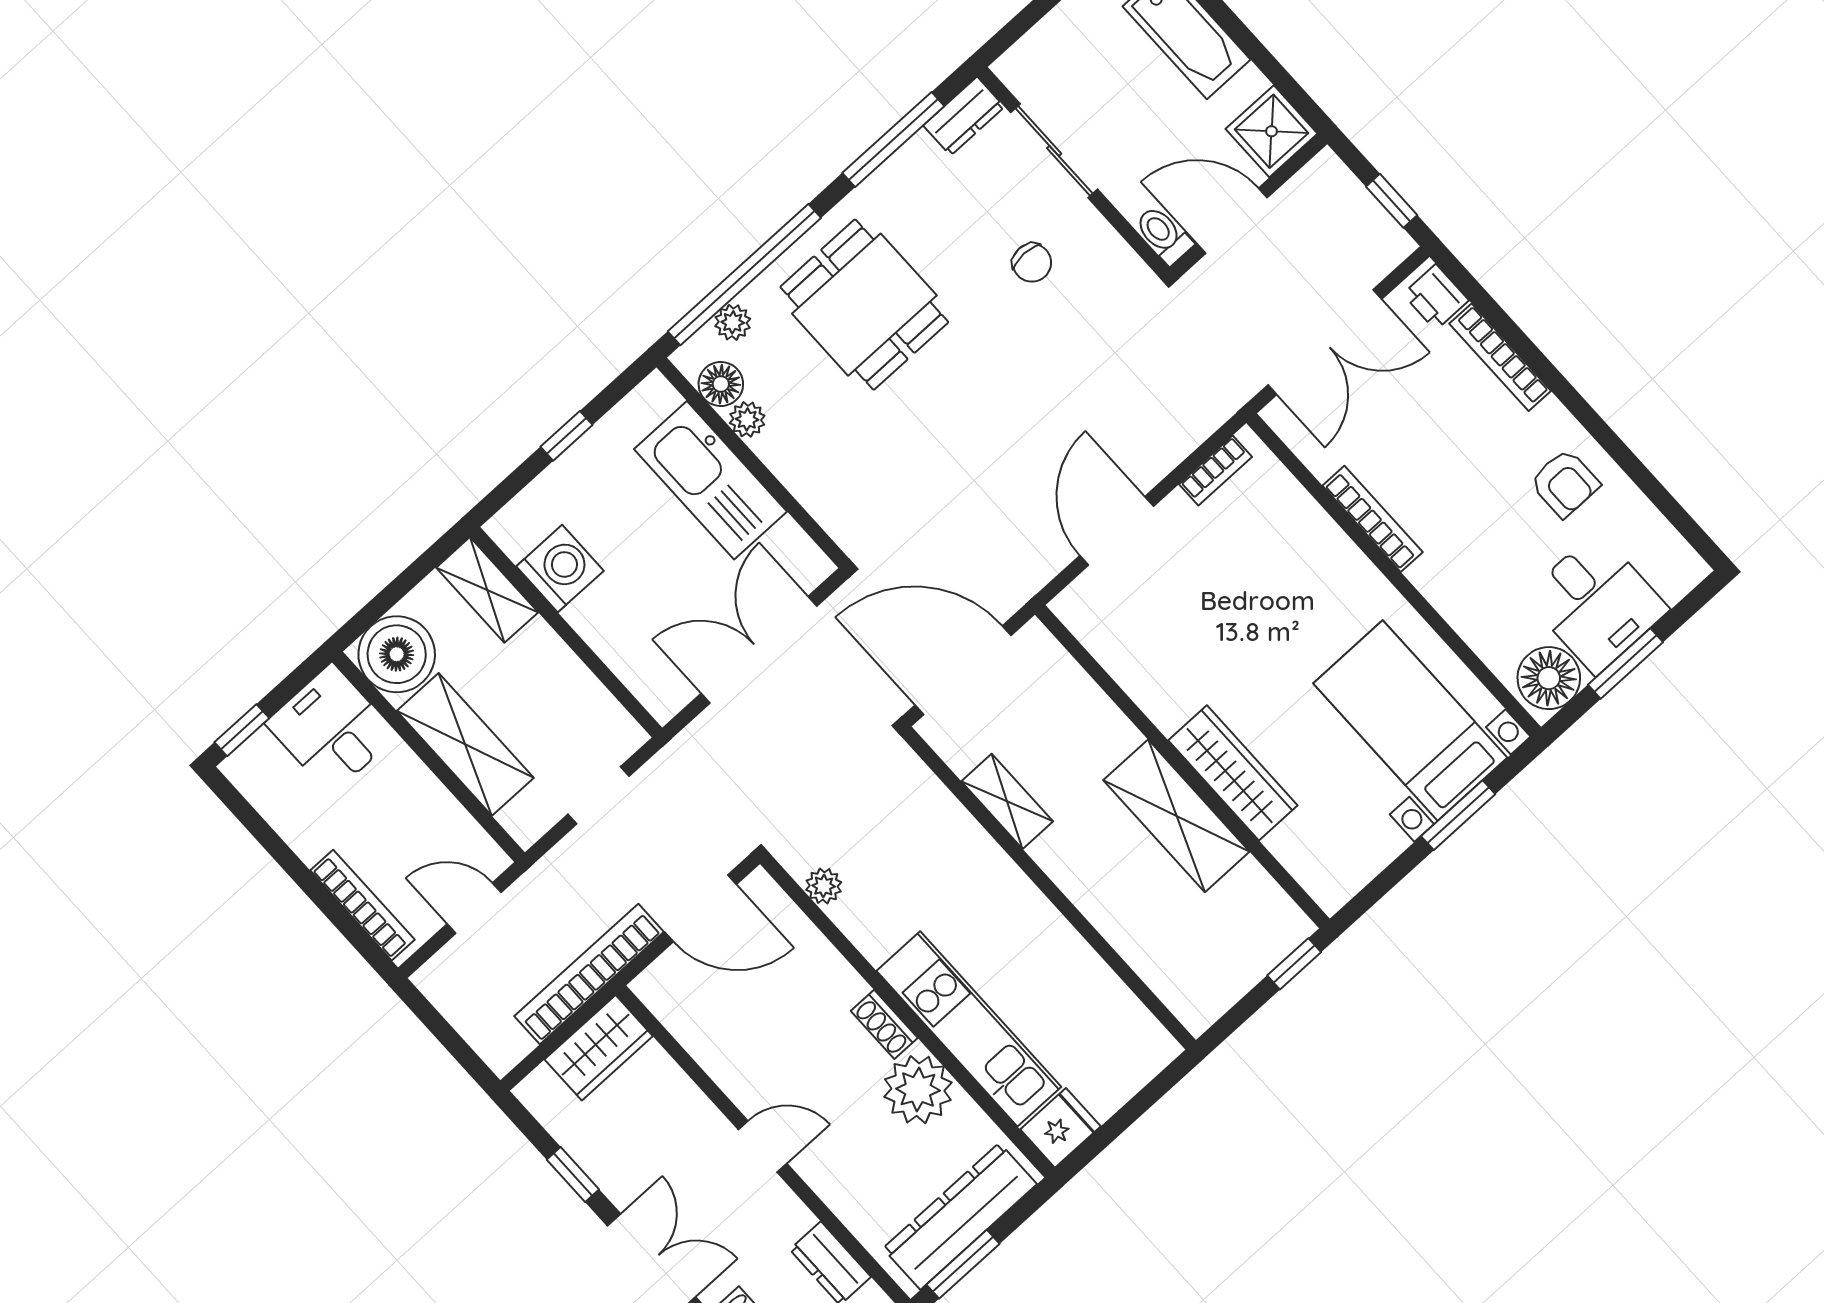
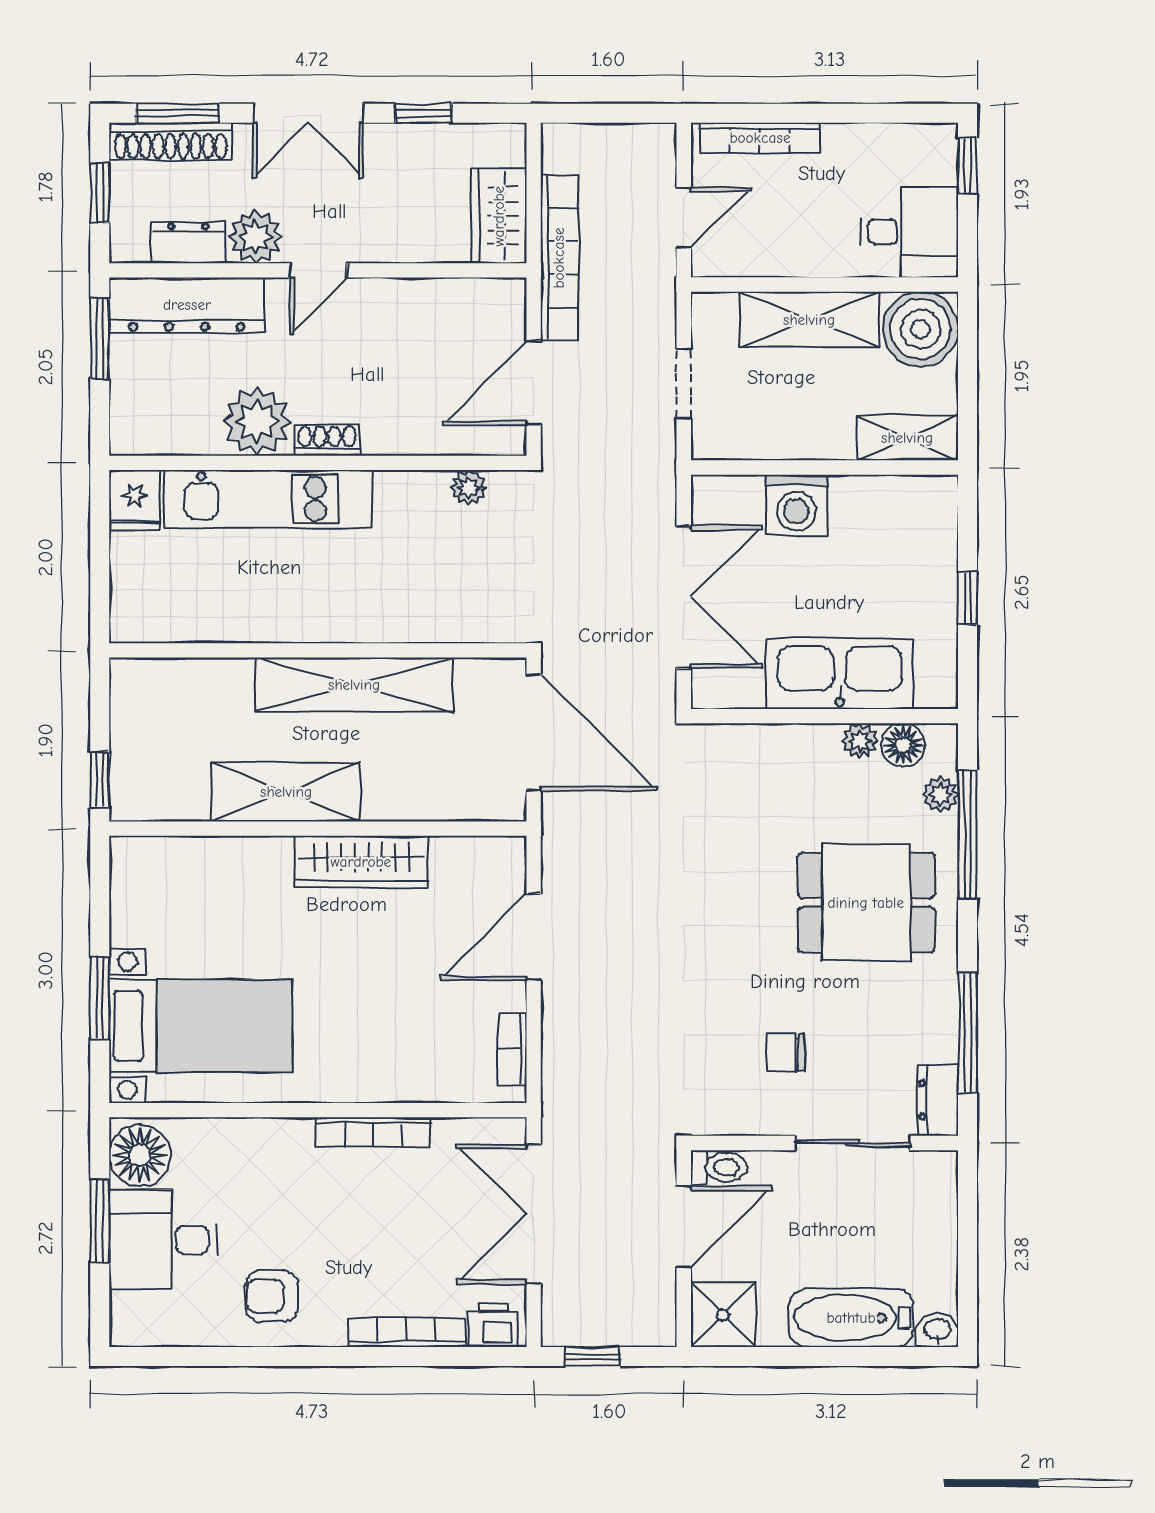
window: (744, 275) -> (968, 835), width x0.68
door: (1117, 531) -> (534, 937), swing flipped
washing machine: (560, 569) -> (796, 505), moved
door: (963, 670) -> (534, 732), hinge flipped
wardrobe: (1233, 773) -> (361, 862), moved
shelving: (1007, 801) -> (354, 685), width x2.20, depth x1.33
dresser: (960, 1216) -> (187, 305), moved, turned 90
plant: (780, 1217) -> (256, 237), added

